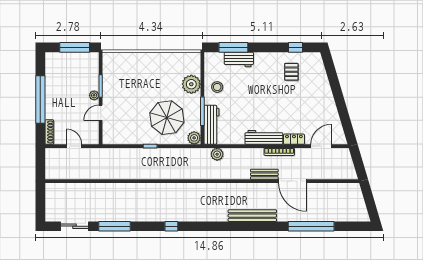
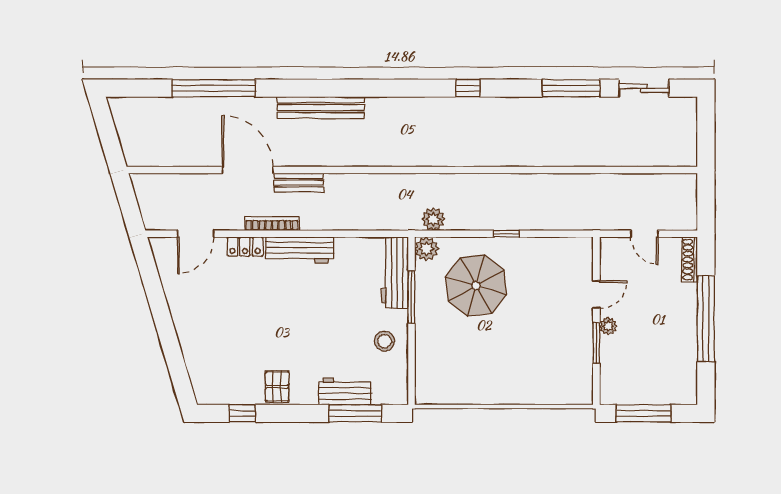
pallet: (291, 72) -> (277, 386), moved
plant: (191, 84) -> (432, 346), removed
plant: (217, 154) -> (433, 219), moved

